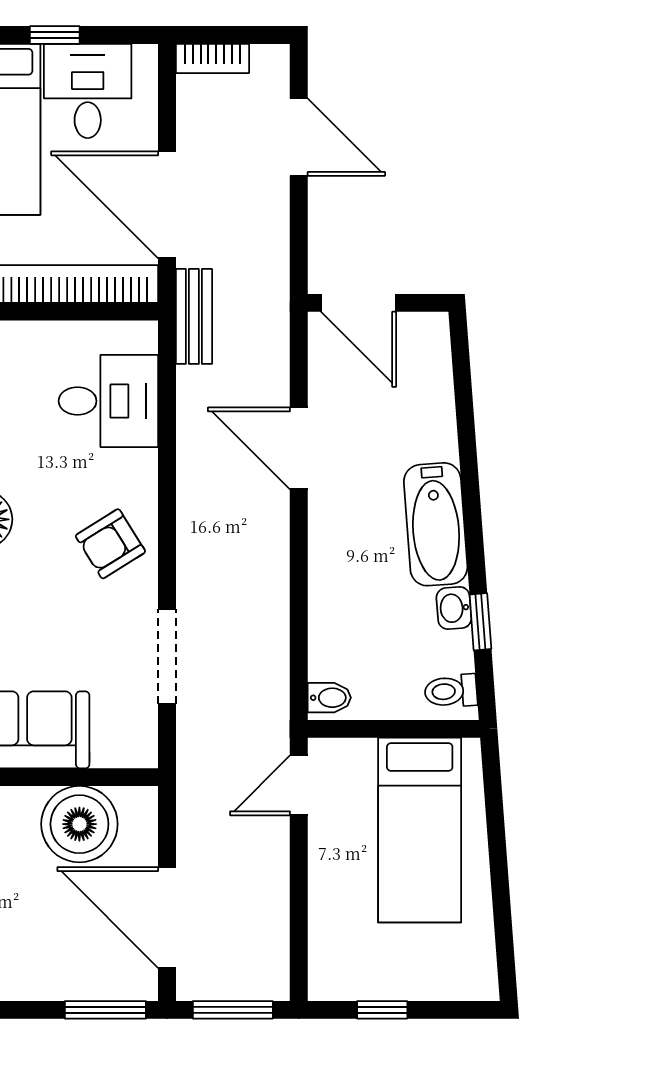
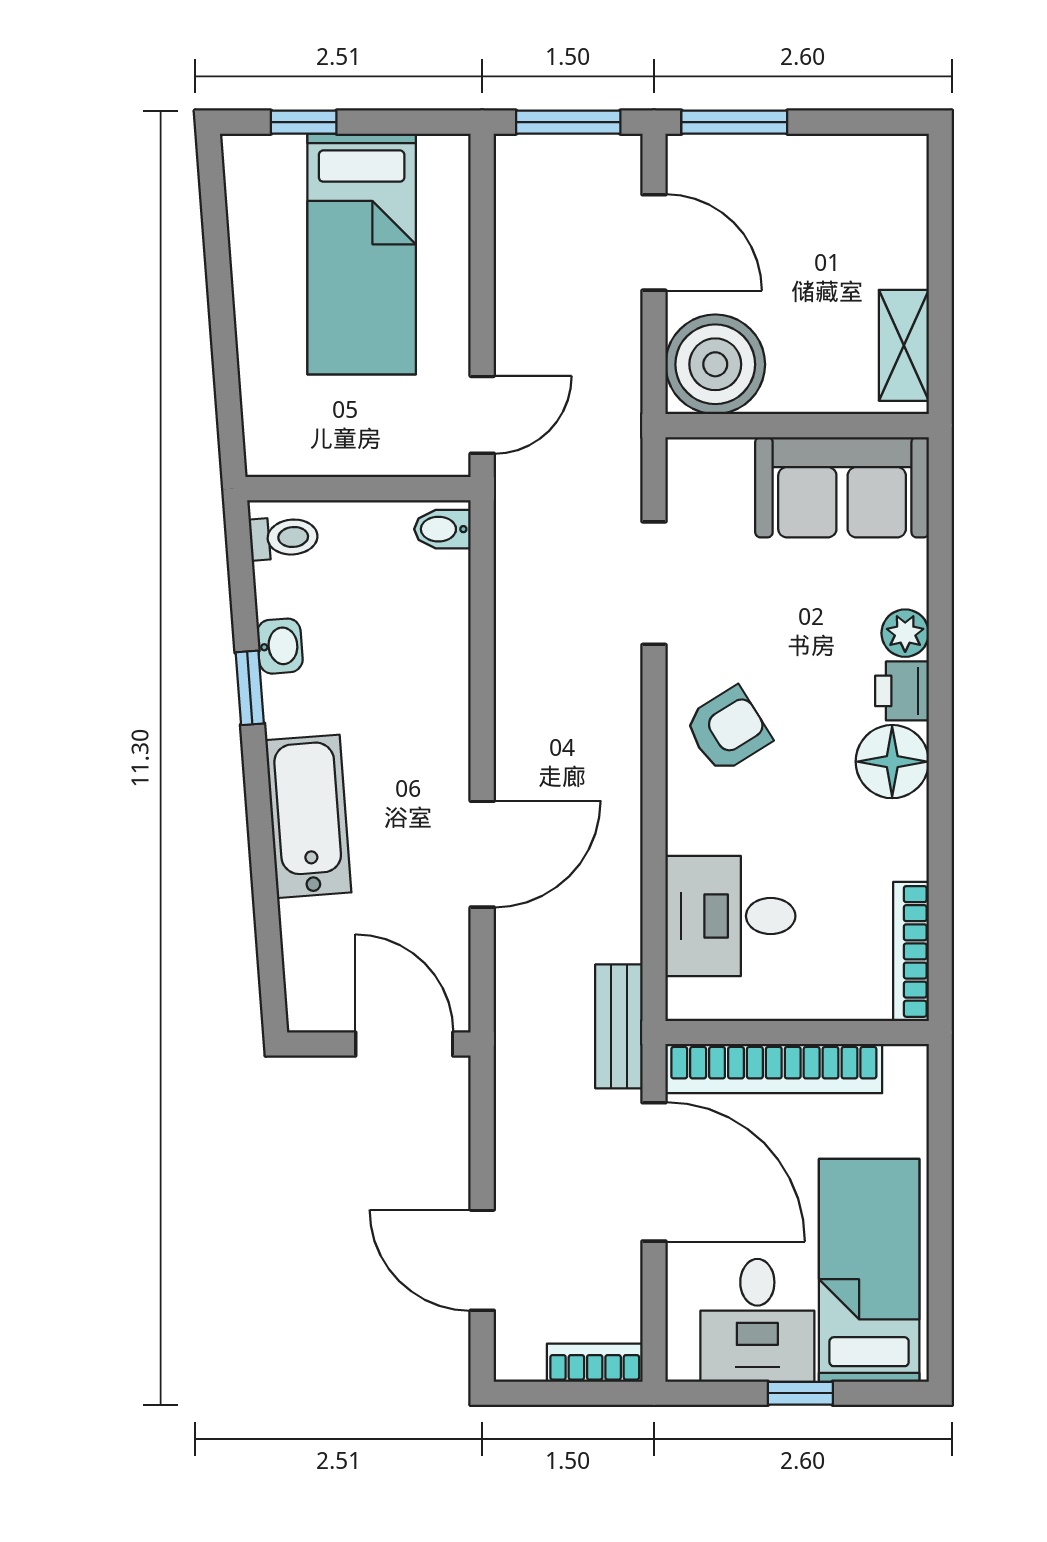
door: (299, 448) -> (482, 854), hinge flipped
bathtub: (436, 524) -> (308, 816), moved
window: (480, 622) -> (250, 688), moved
boiler: (79, 824) -> (715, 364), moved
bed: (420, 830) -> (362, 254), moved, turned 180
door: (167, 918) -> (654, 242), width x0.73
window: (382, 1010) -> (304, 122), moved

